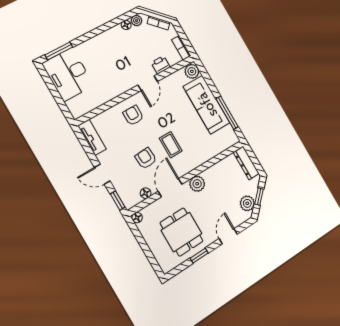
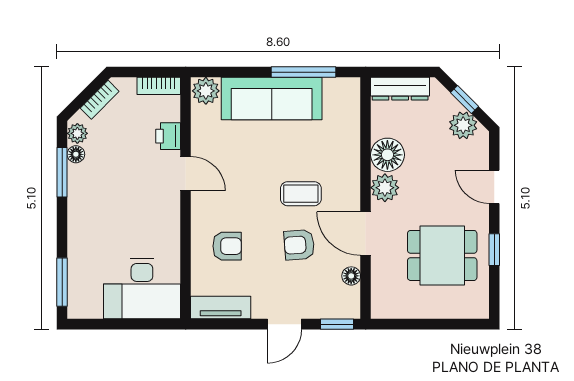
window: (114, 23) -> (62, 172), added
desk: (68, 75) -> (142, 289), moved
armchair: (133, 115) -> (227, 246), moved, turned 180
floor lamp: (137, 218) -> (387, 155), moved, width x1.89, depth x1.89

